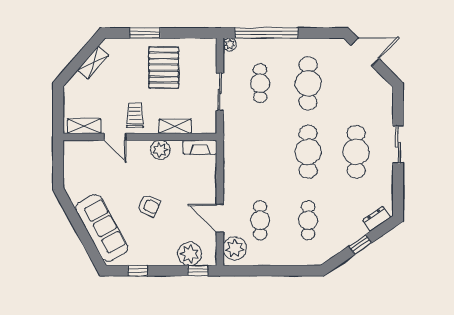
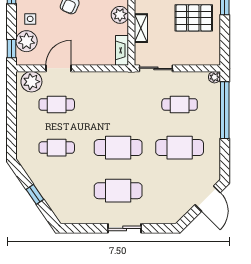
sliding door: (220, 91) -> (156, 68), moved
dresser: (377, 219) -> (58, 209), removed
side table: (165, 250) -> (30, 19), added

